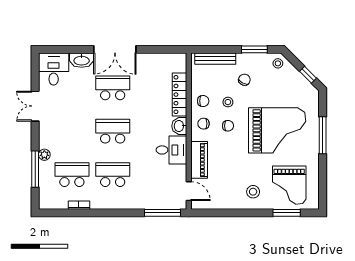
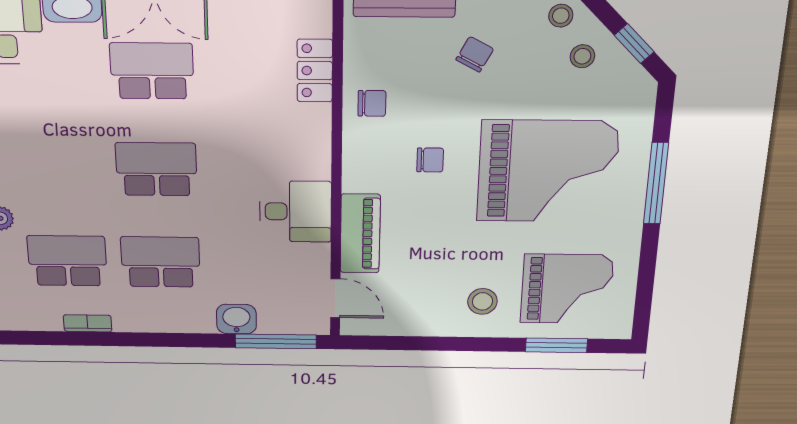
locker: (180, 95) -> (315, 71), width x0.66
stool: (228, 102) -> (582, 56), moved
chair: (204, 124) -> (372, 155), removed
washbasin: (179, 126) -> (236, 319), moved, turned 90
grand piano: (289, 185) -> (567, 289), turned -90

